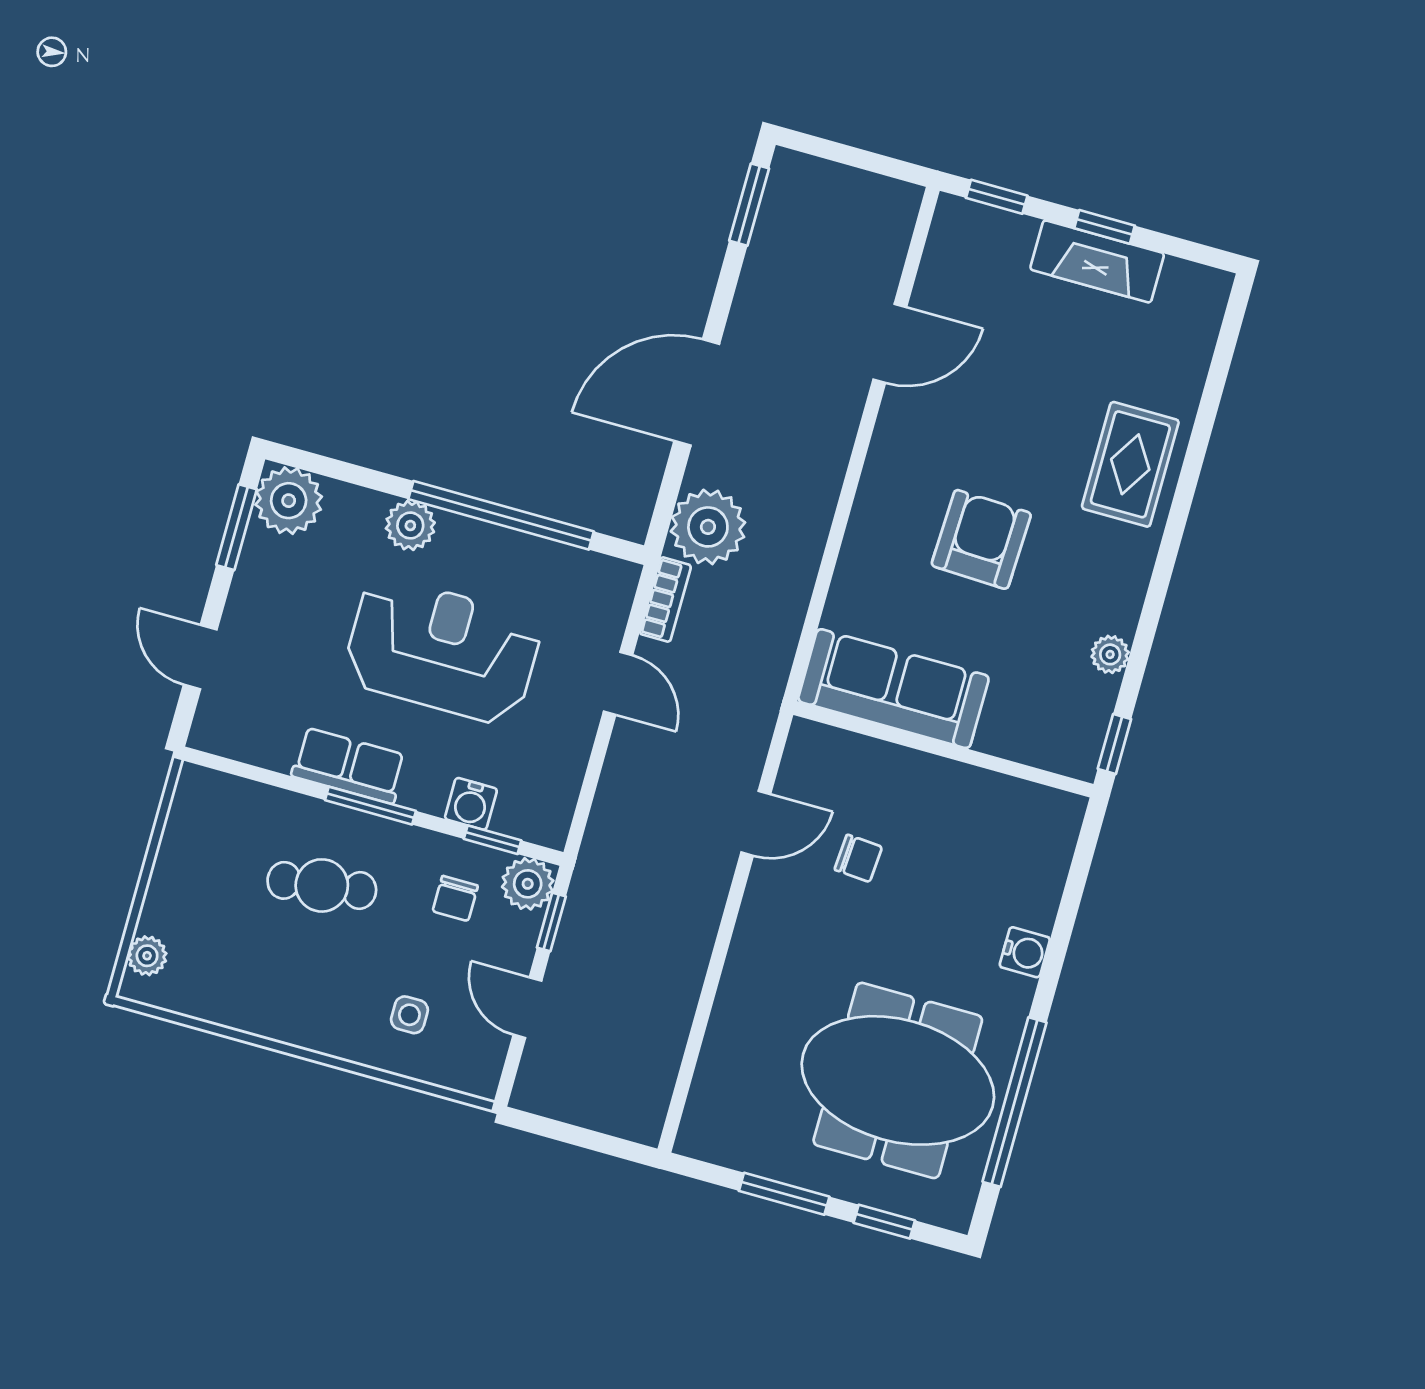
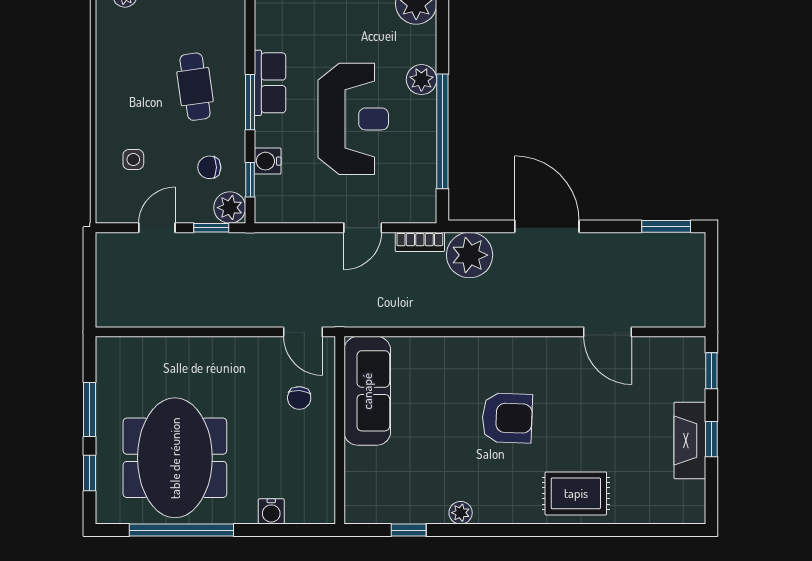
sofa: (893, 689) -> (367, 391), moved
wall: (943, 749) -> (340, 430), moved

